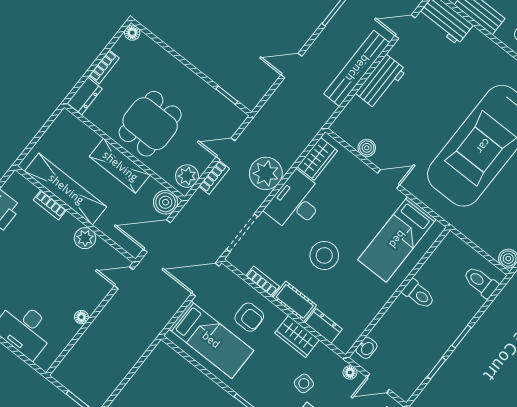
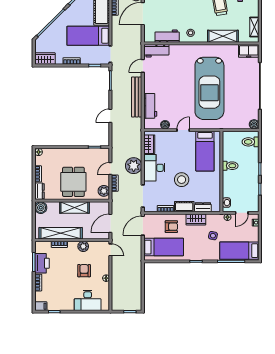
workbench: (381, 82) -> (150, 106), moved
boiler: (165, 202) -> (41, 208), moved
armchair: (56, 278) -> (84, 271), added
door: (124, 278) -> (110, 250), swing flipped

